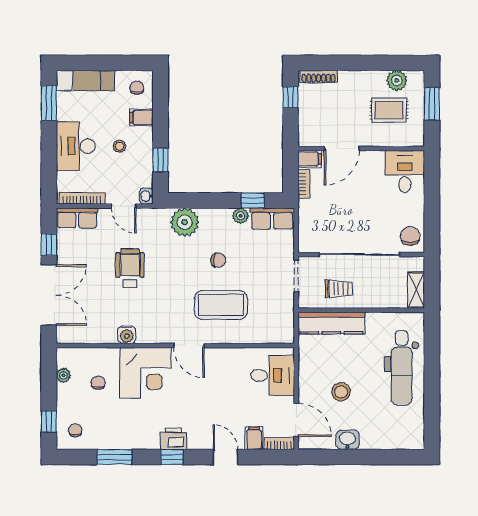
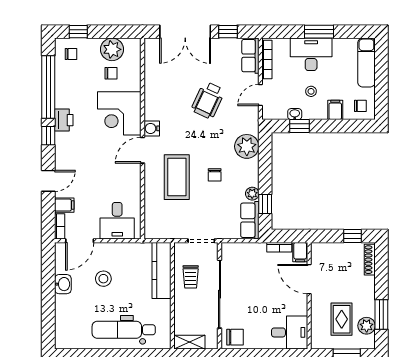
window: (383, 63) -> (381, 314), added
window: (49, 103) -> (319, 32), moved
washbasin: (146, 196) -> (295, 114), moved
wheelchair: (130, 268) -> (208, 100), turned 115
water cooler: (127, 335) -> (152, 128), moved
plant: (64, 375) -> (112, 49), width x1.88, depth x1.88
printer: (173, 439) -> (64, 120), moved
window: (114, 457) -> (48, 87), width x2.11

